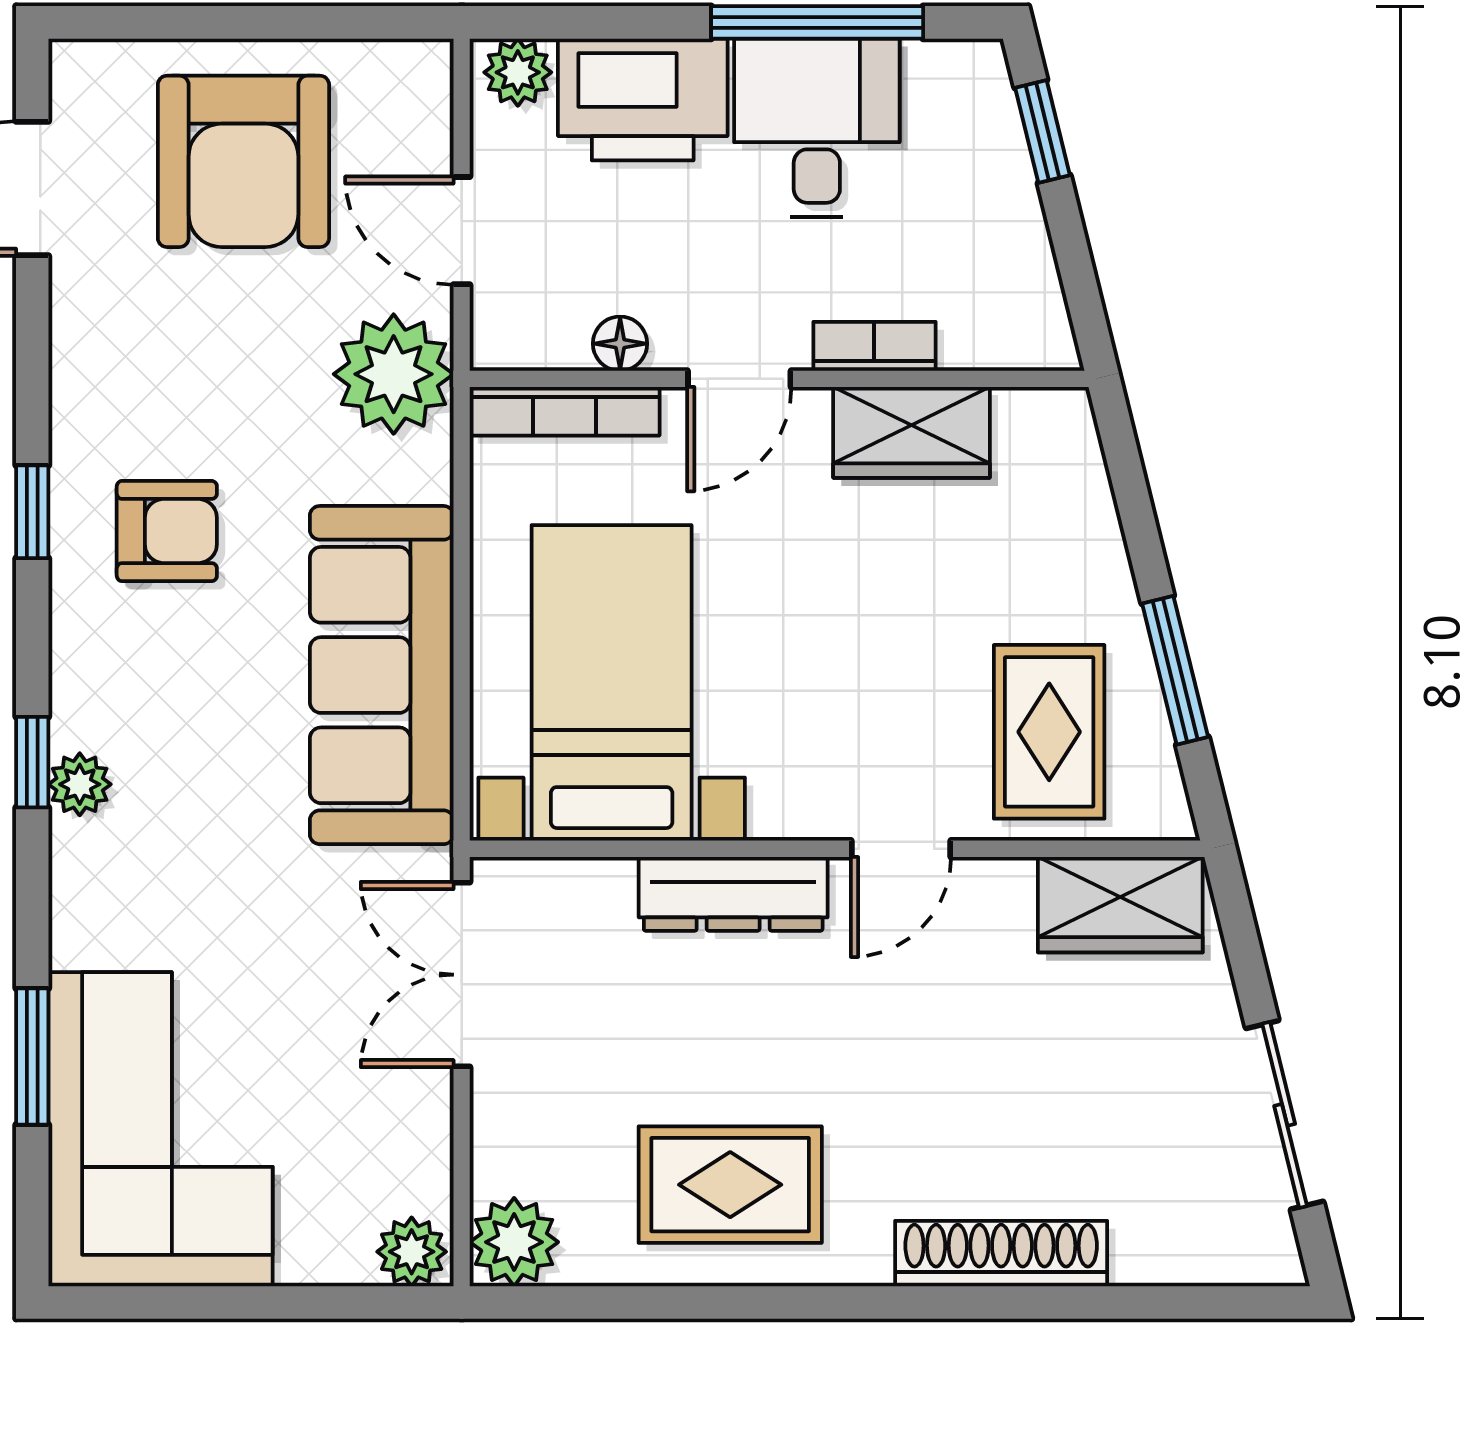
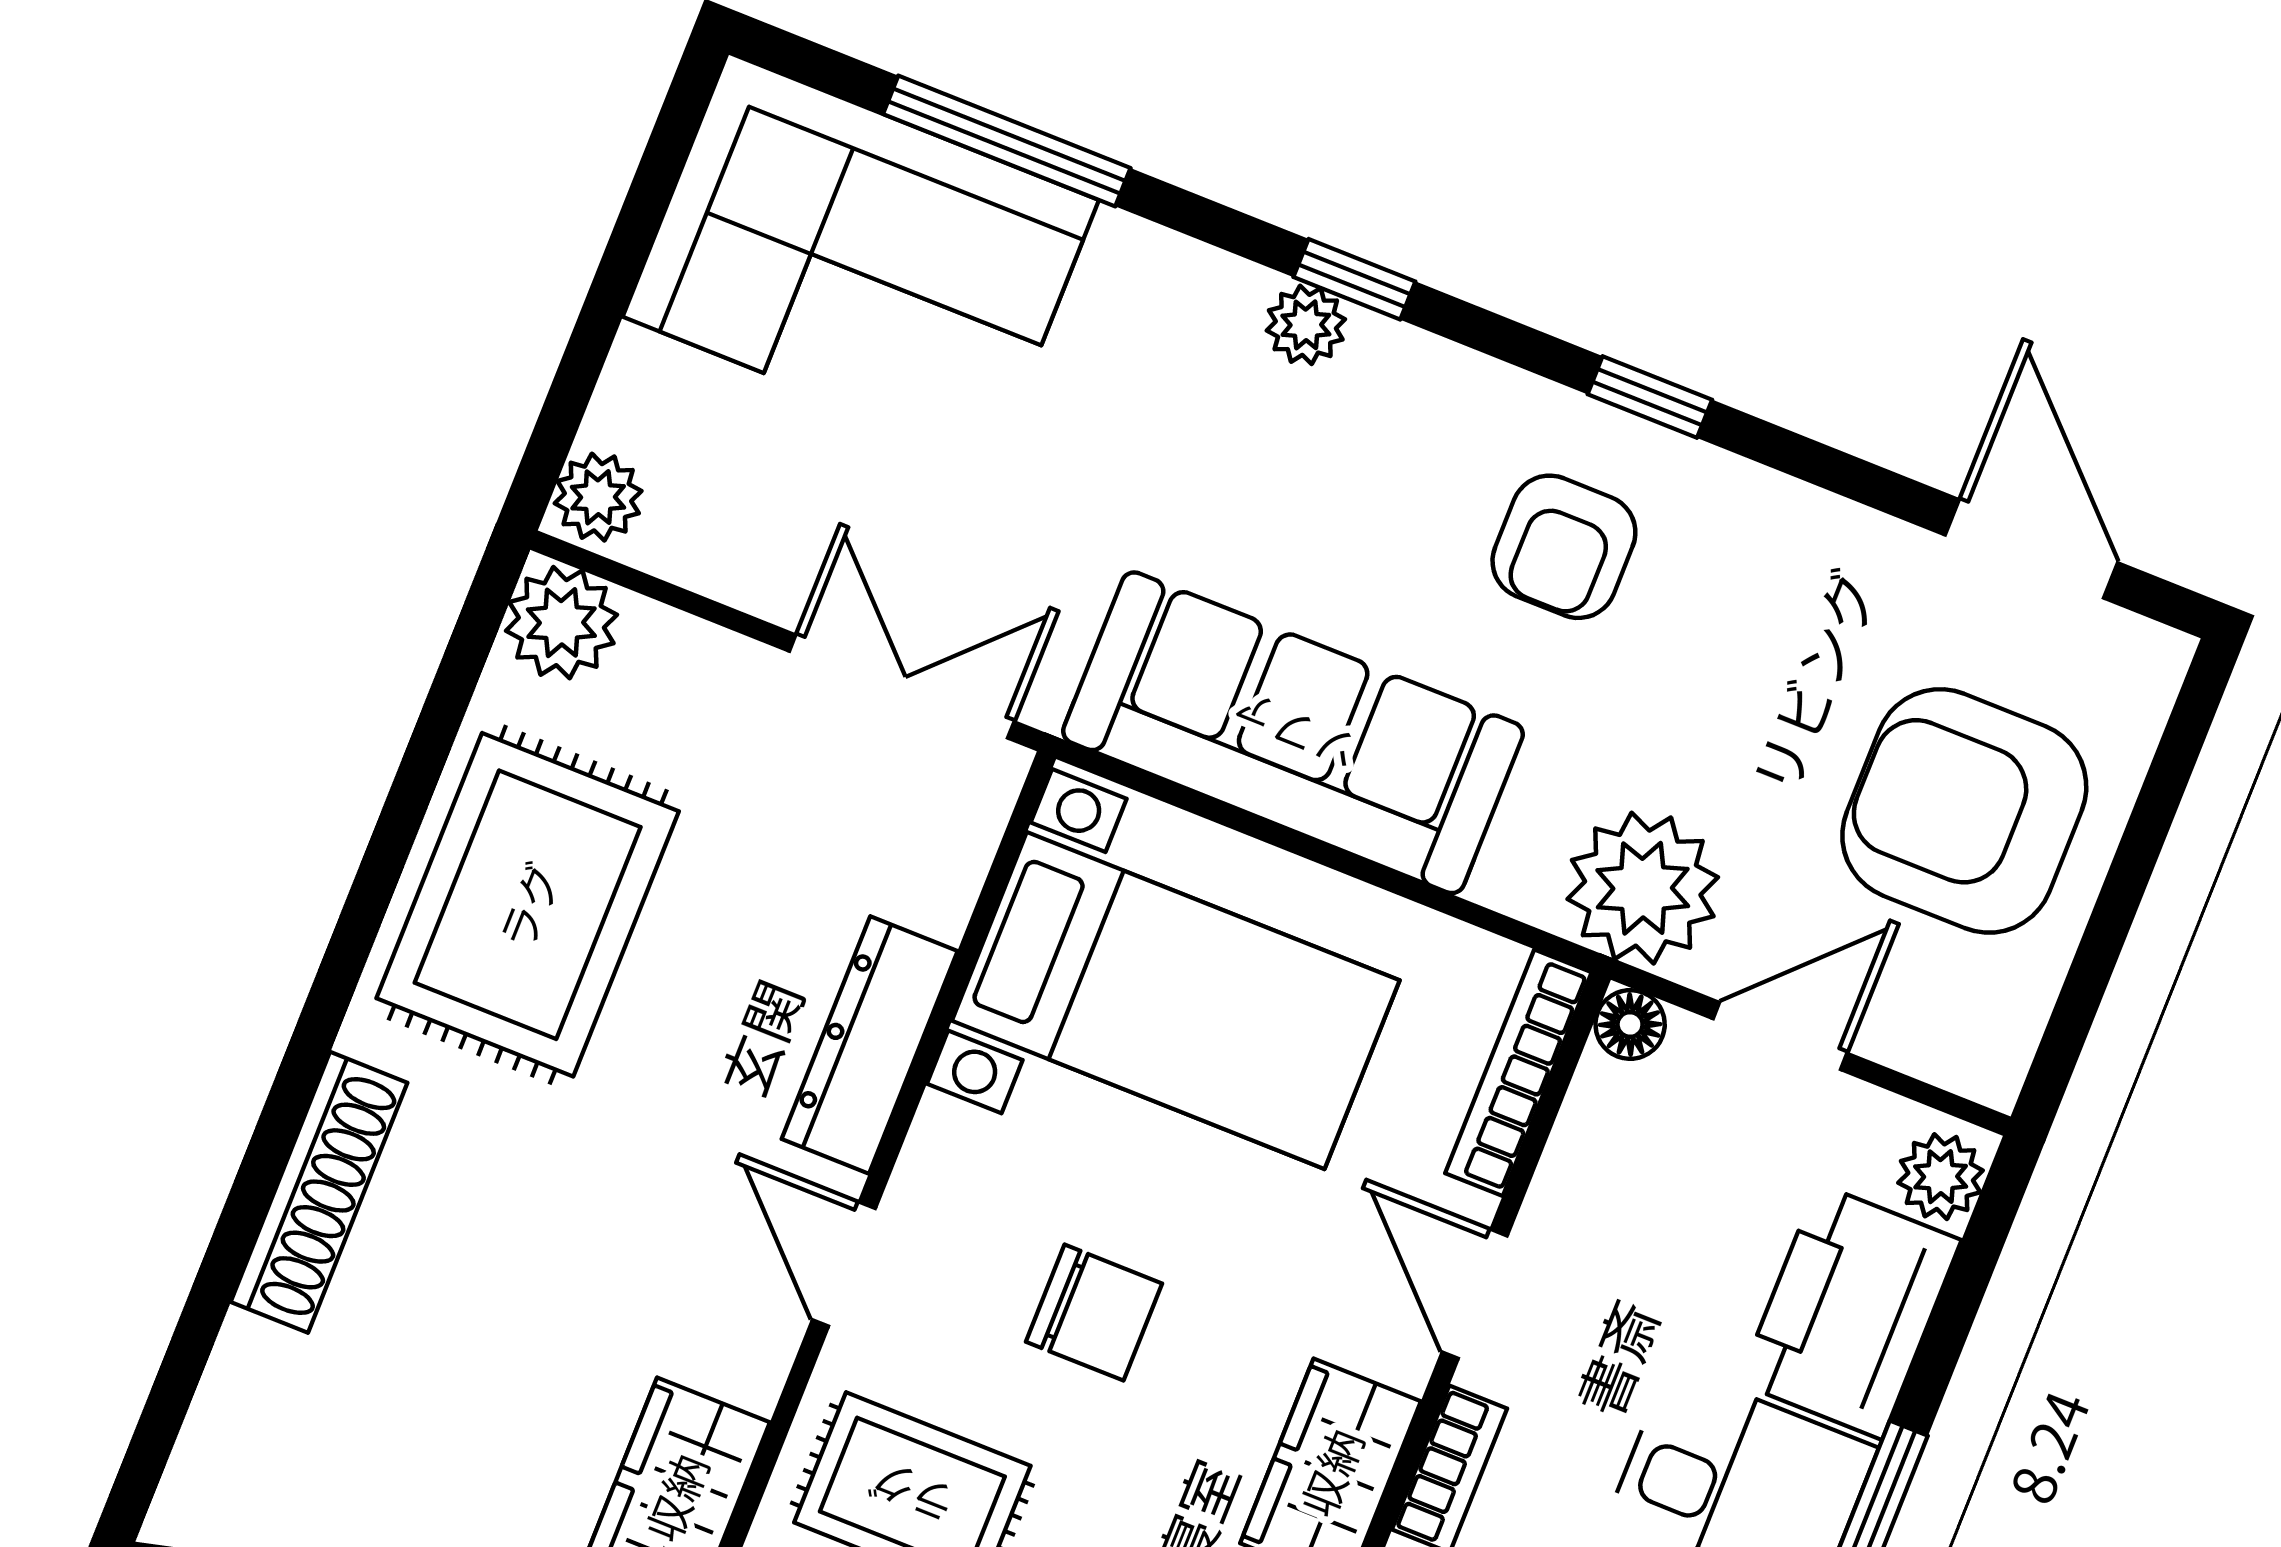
floor lamp: (620, 344) -> (1630, 1024), moved
chair: (864, 652) -> (1094, 1313), added
window: (32, 1057) -> (1007, 141), width x1.44
rug: (730, 1185) -> (528, 905), width x1.36, depth x1.43

